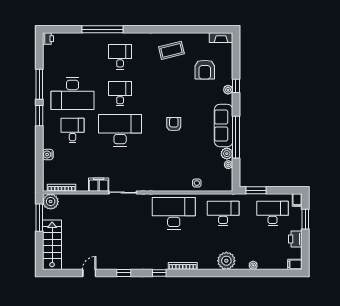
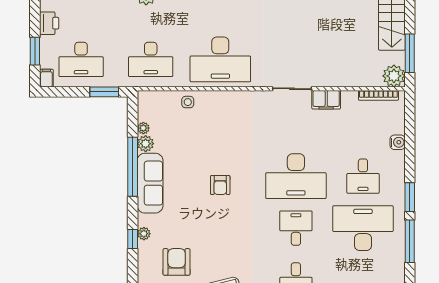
desk: (120, 94) -> (296, 228), turned 180

